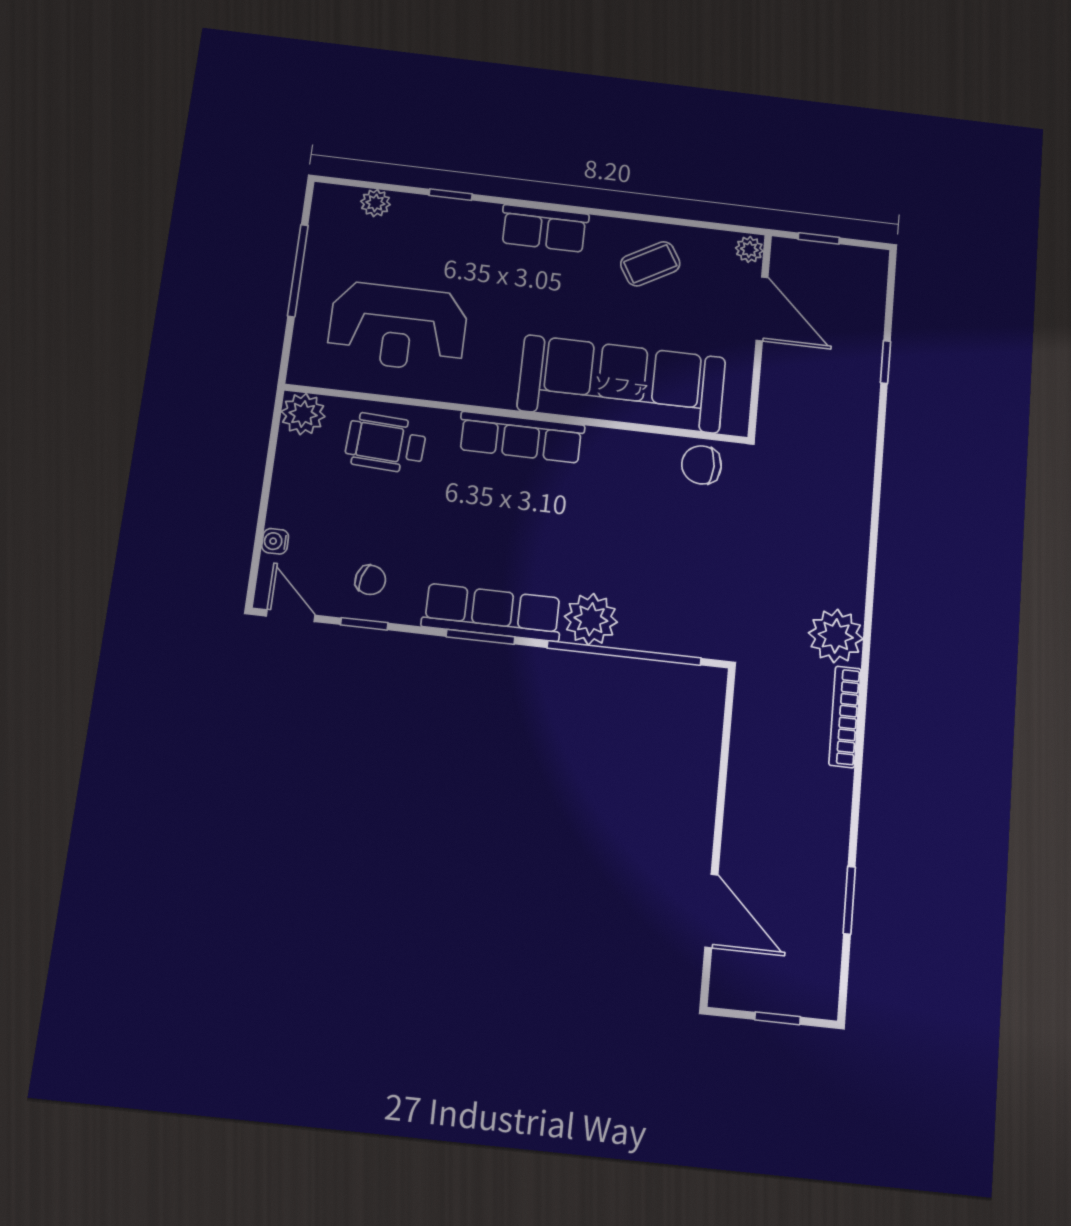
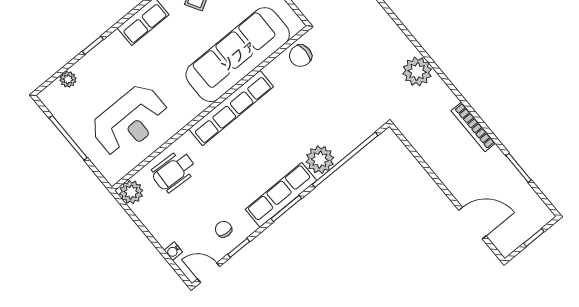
row of seats: (521, 437) -> (231, 108), width x1.36
chair: (370, 580) -> (224, 229), turned -100
bookcase: (845, 717) -> (473, 127), moved

